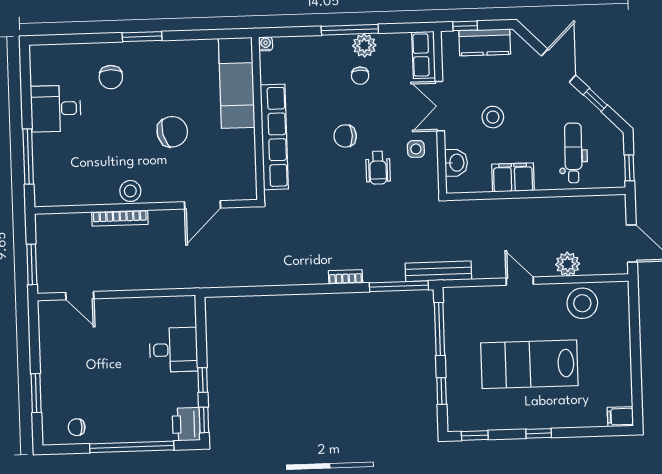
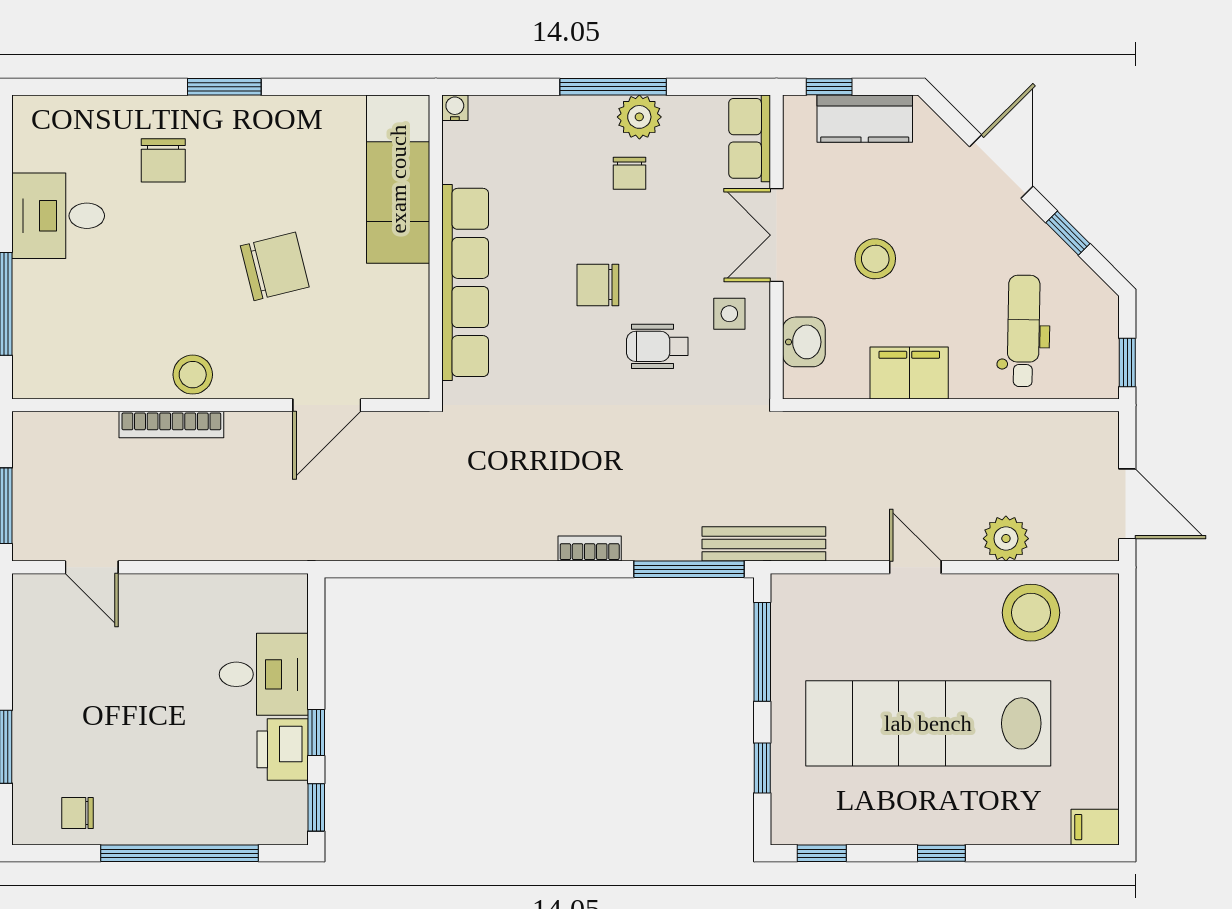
wheelchair: (378, 168) -> (657, 346), turned 90
lab bench: (529, 364) -> (928, 723), width x1.36
printer: (186, 424) -> (283, 749), moved

